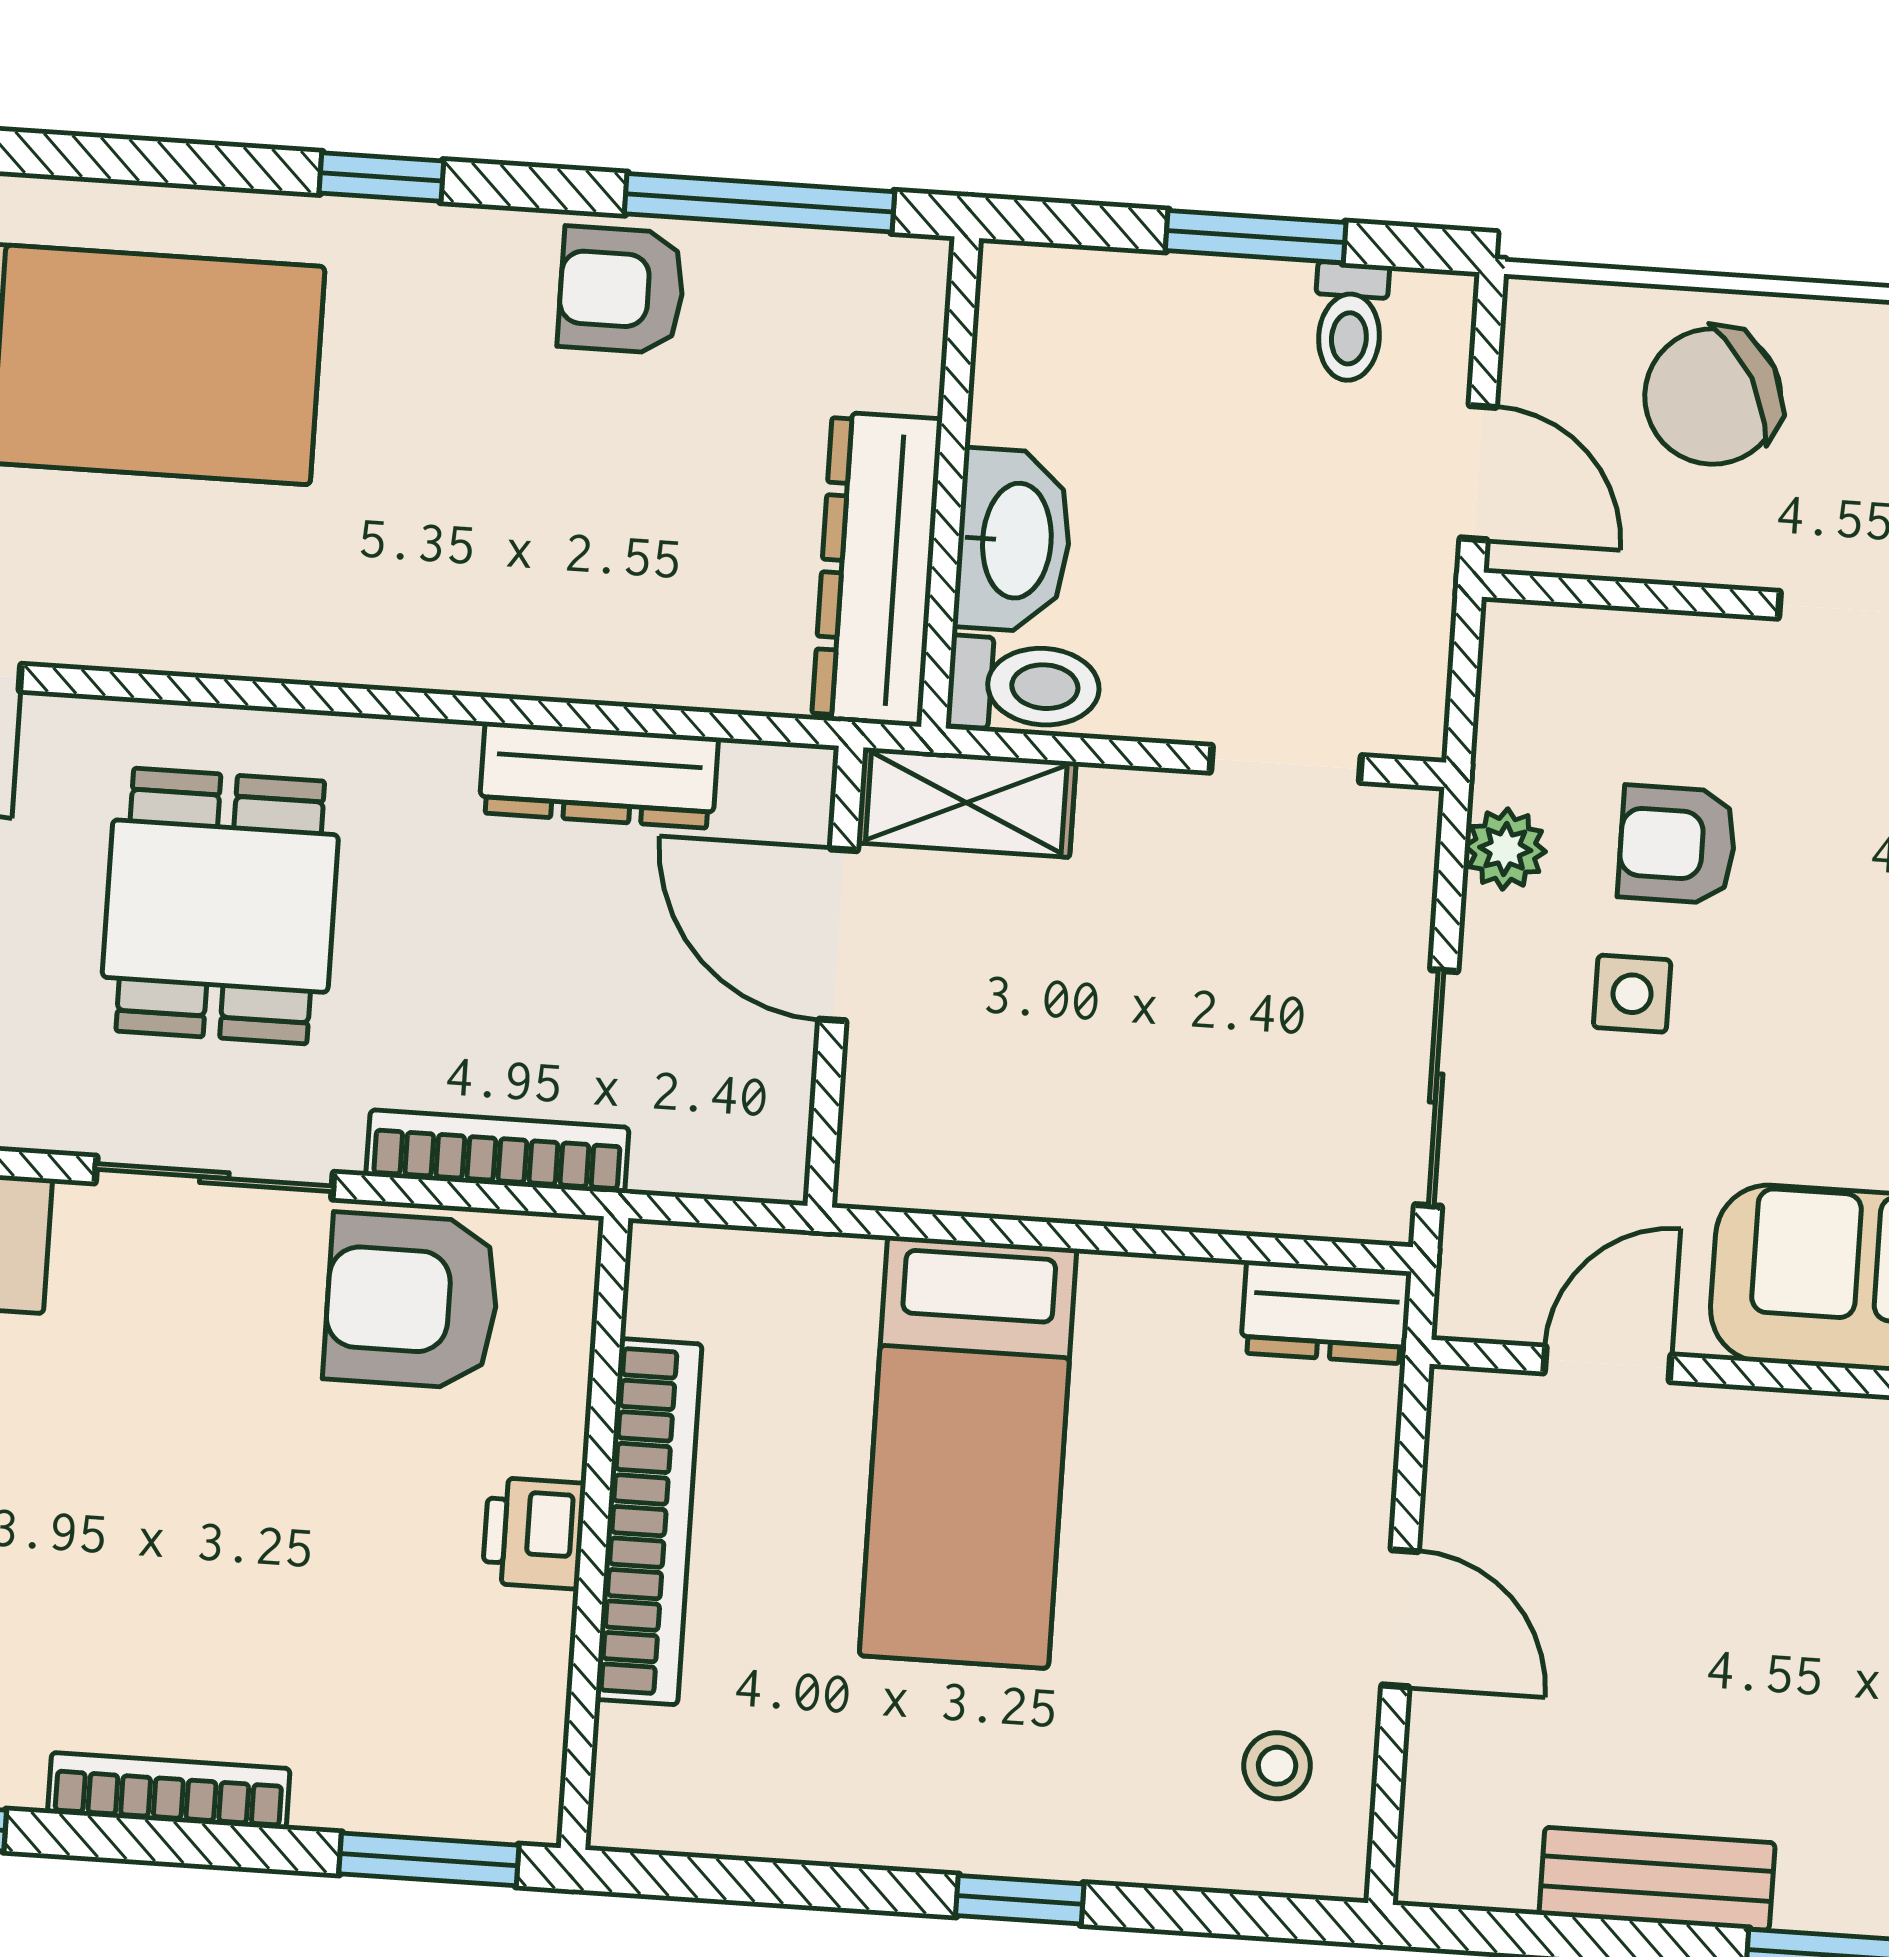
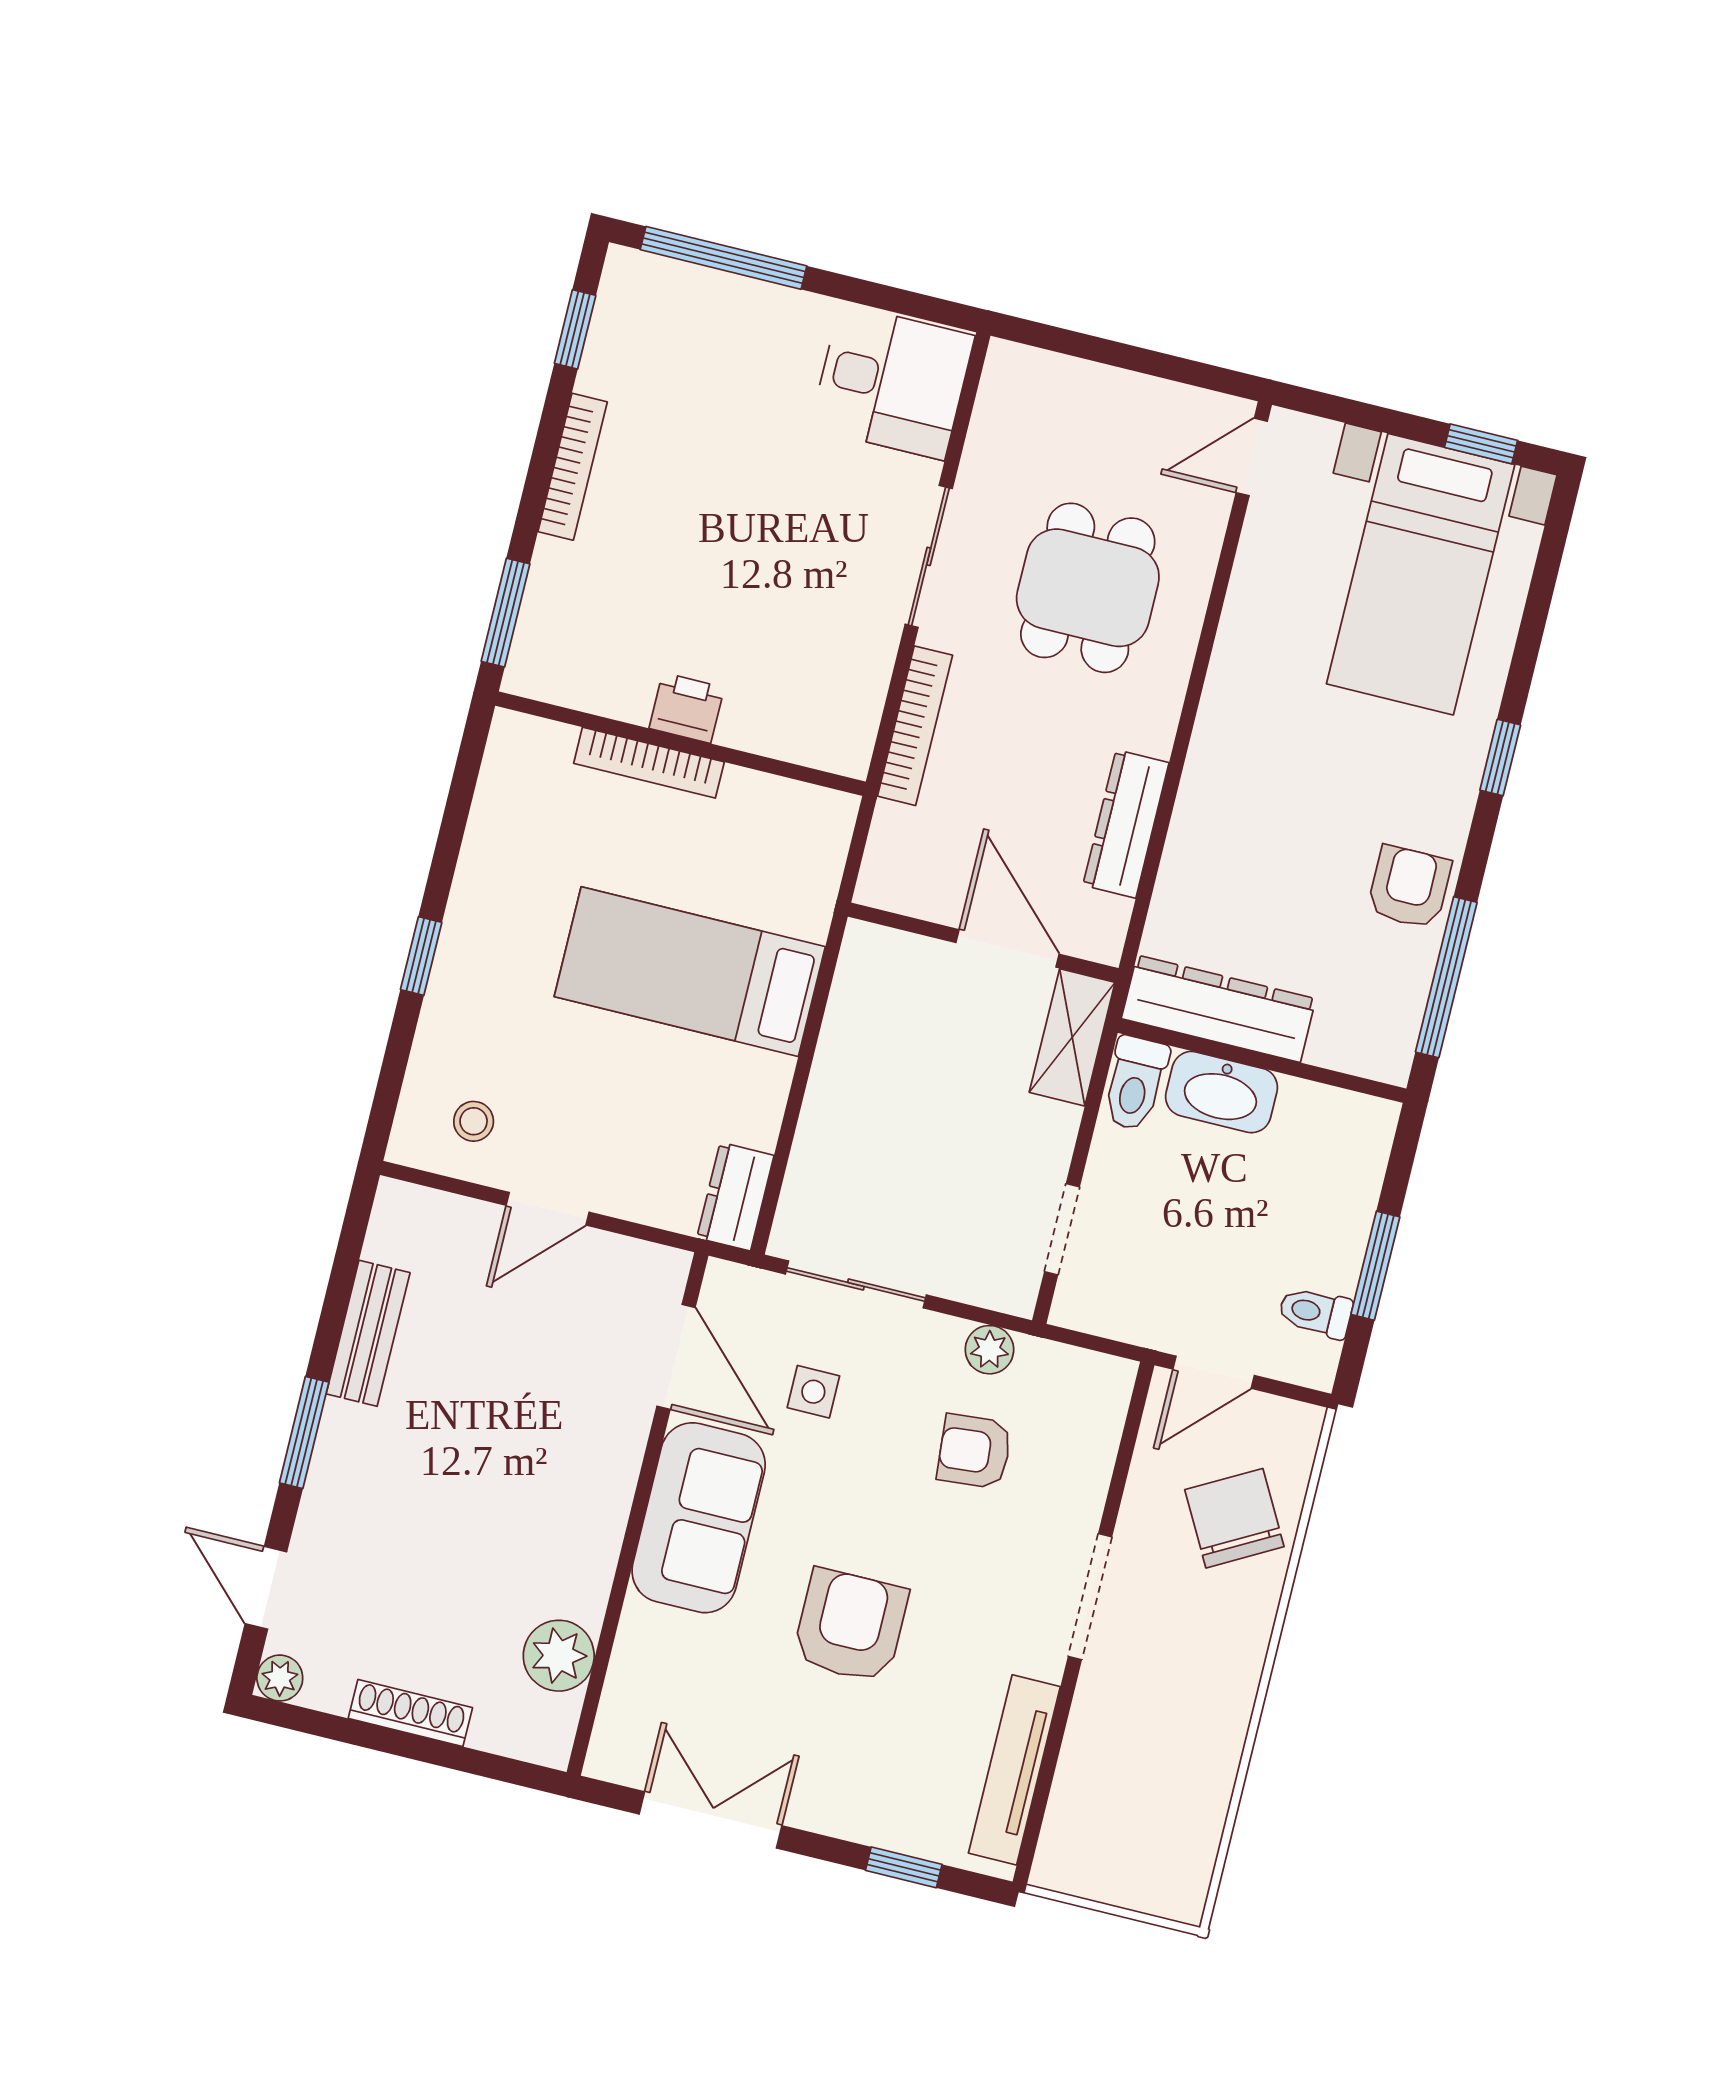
armchair: (1677, 845) -> (974, 1451), turned -95
dining table: (220, 906) -> (1088, 588), turned 90
door: (838, 935) -> (1007, 948), hinge flipped
side table: (1632, 994) -> (813, 1392), moved
armchair: (412, 1301) -> (836, 660), removed
door: (1608, 1364) -> (676, 1357), width x1.38
bookcase: (649, 1522) -> (649, 763), width x0.68, depth x0.76

